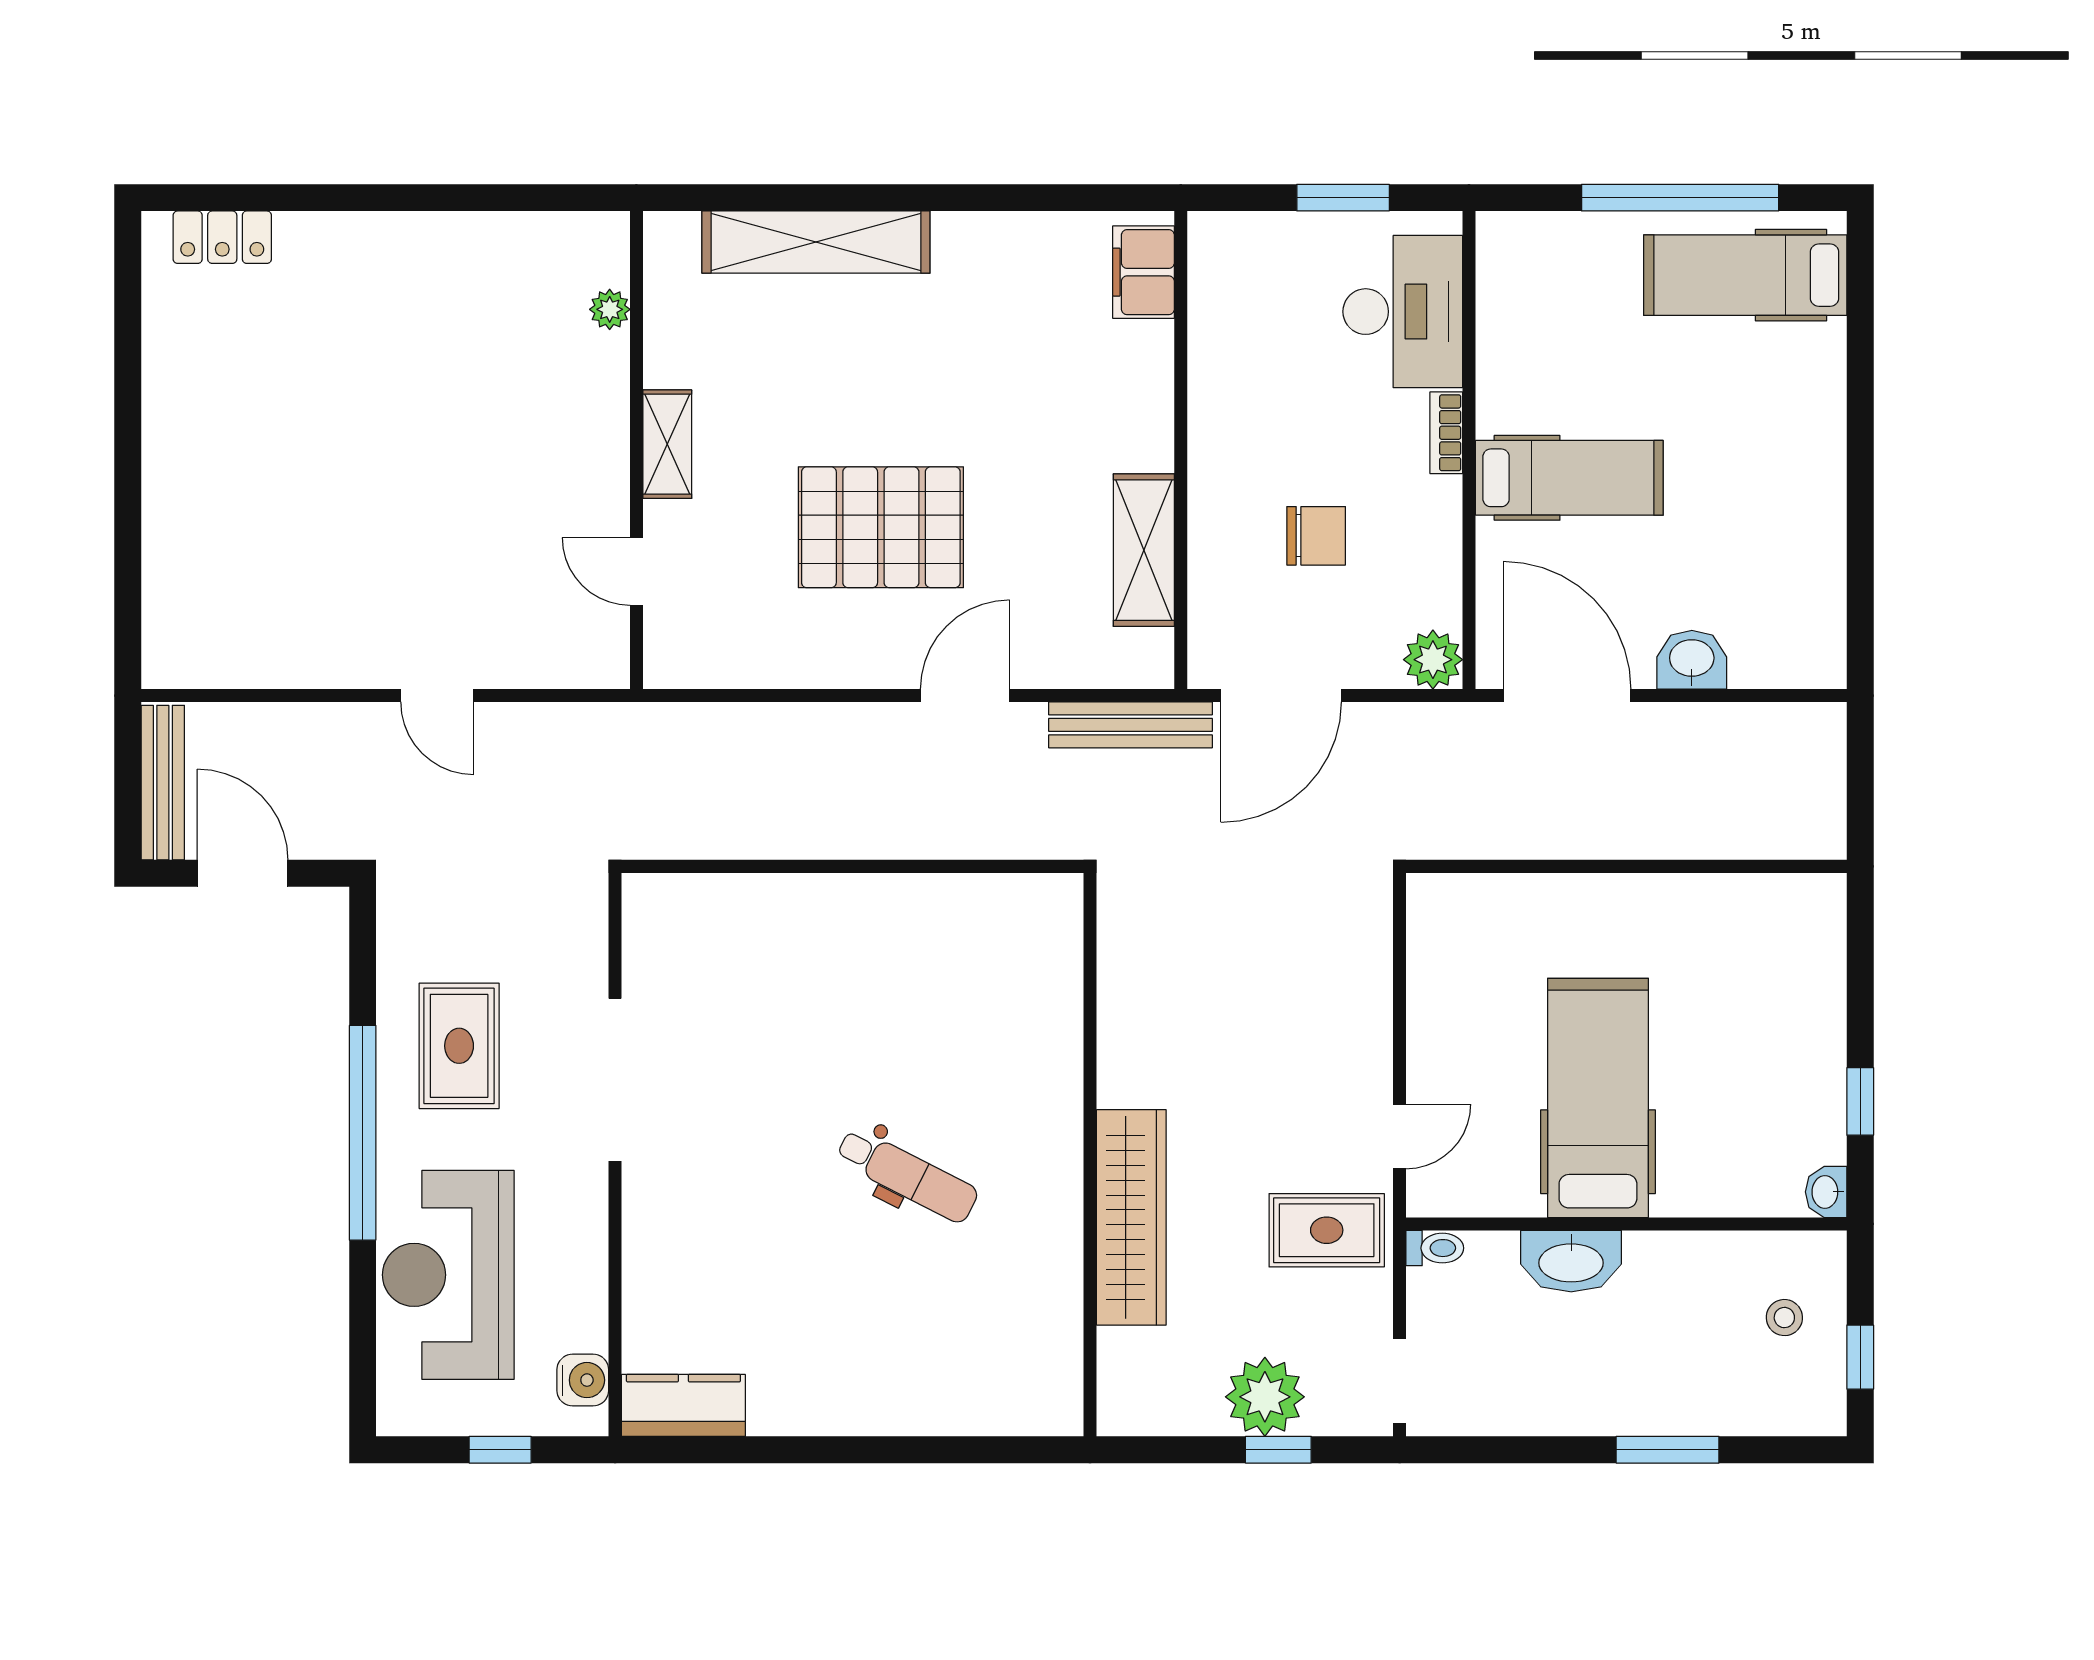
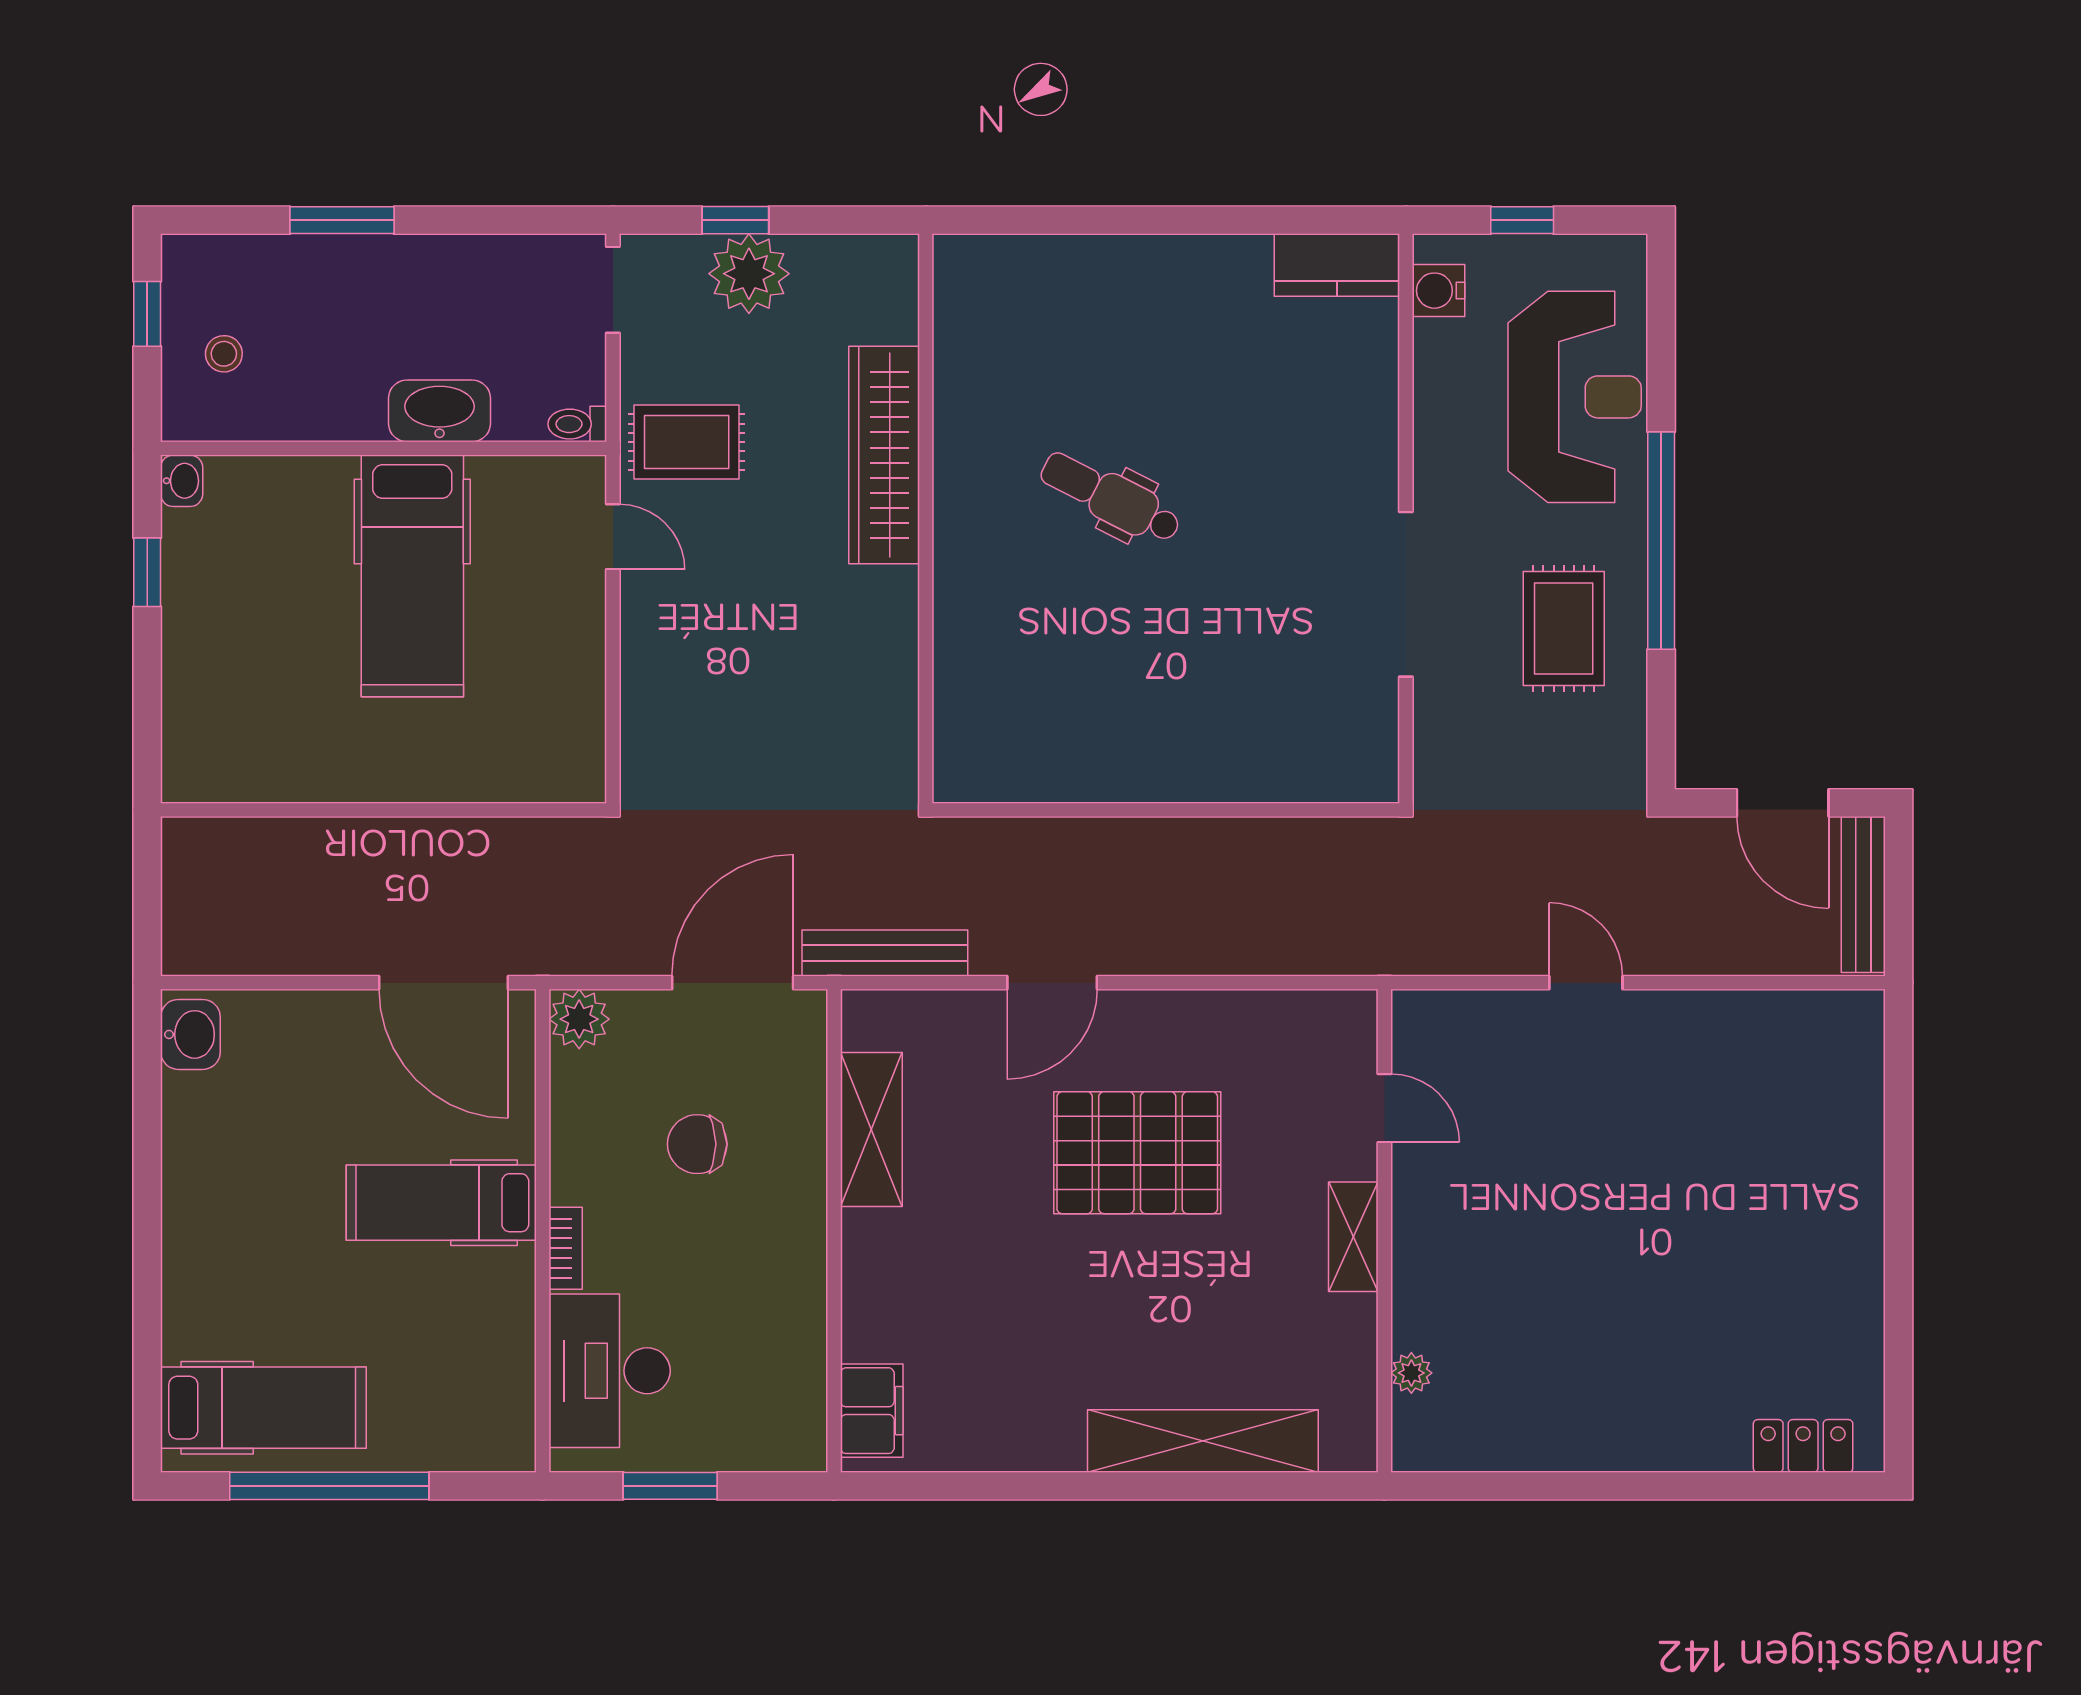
washbasin: (1692, 660) -> (190, 1034), moved, turned -90
door: (1400, 1137) -> (613, 537), swing flipped

